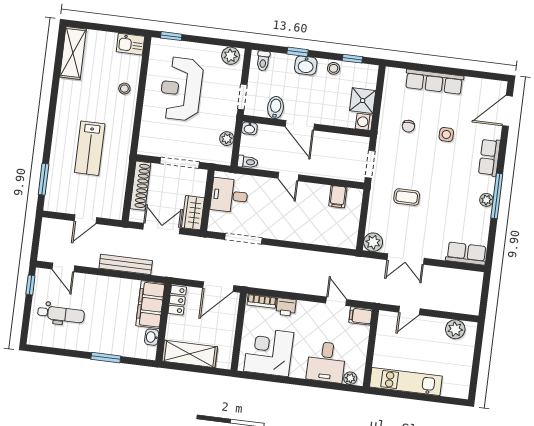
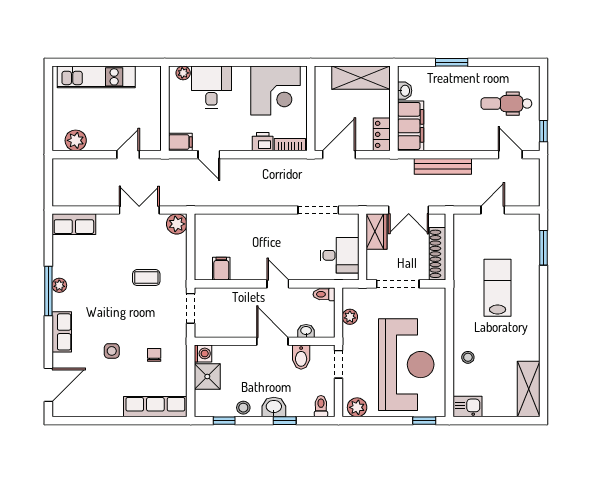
row of seats: (434, 82) -> (155, 407), moved
reception desk: (181, 89) -> (406, 365), width x1.36, depth x1.30
washbasin: (249, 128) -> (306, 331), moved
kitchen unit: (406, 381) -> (96, 77), moved

